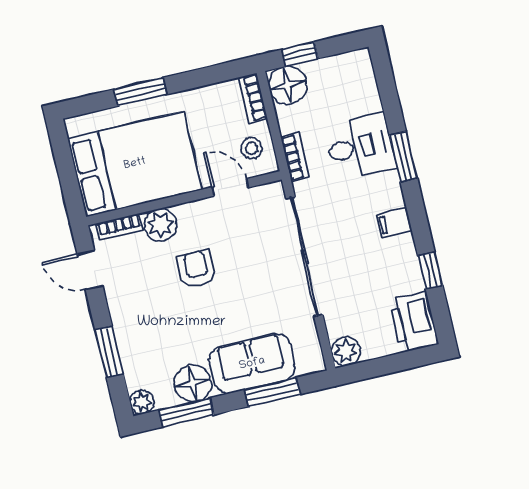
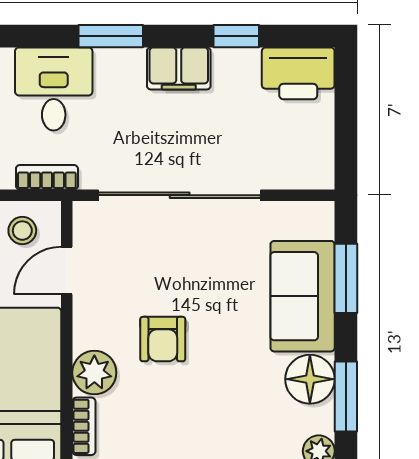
window: (403, 157) -> (111, 36), moved
filing cabinet: (394, 223) -> (179, 68), width x2.00
armchair: (197, 269) -> (163, 339), turned -90
plant: (346, 351) -> (315, 170), removed

